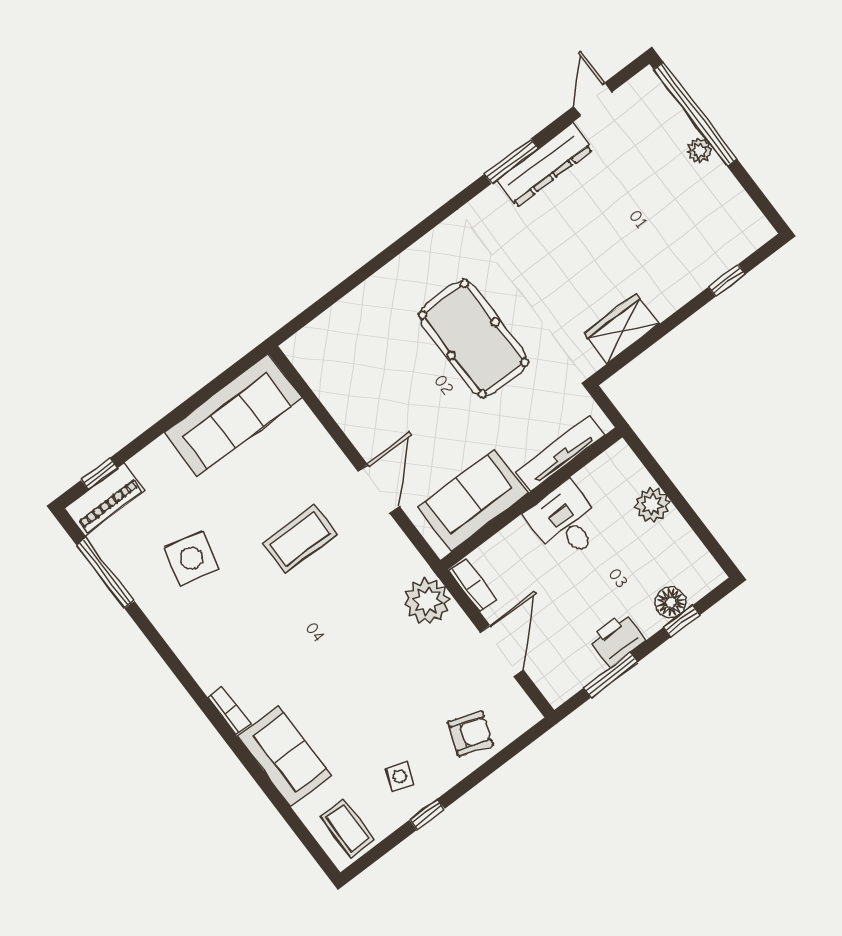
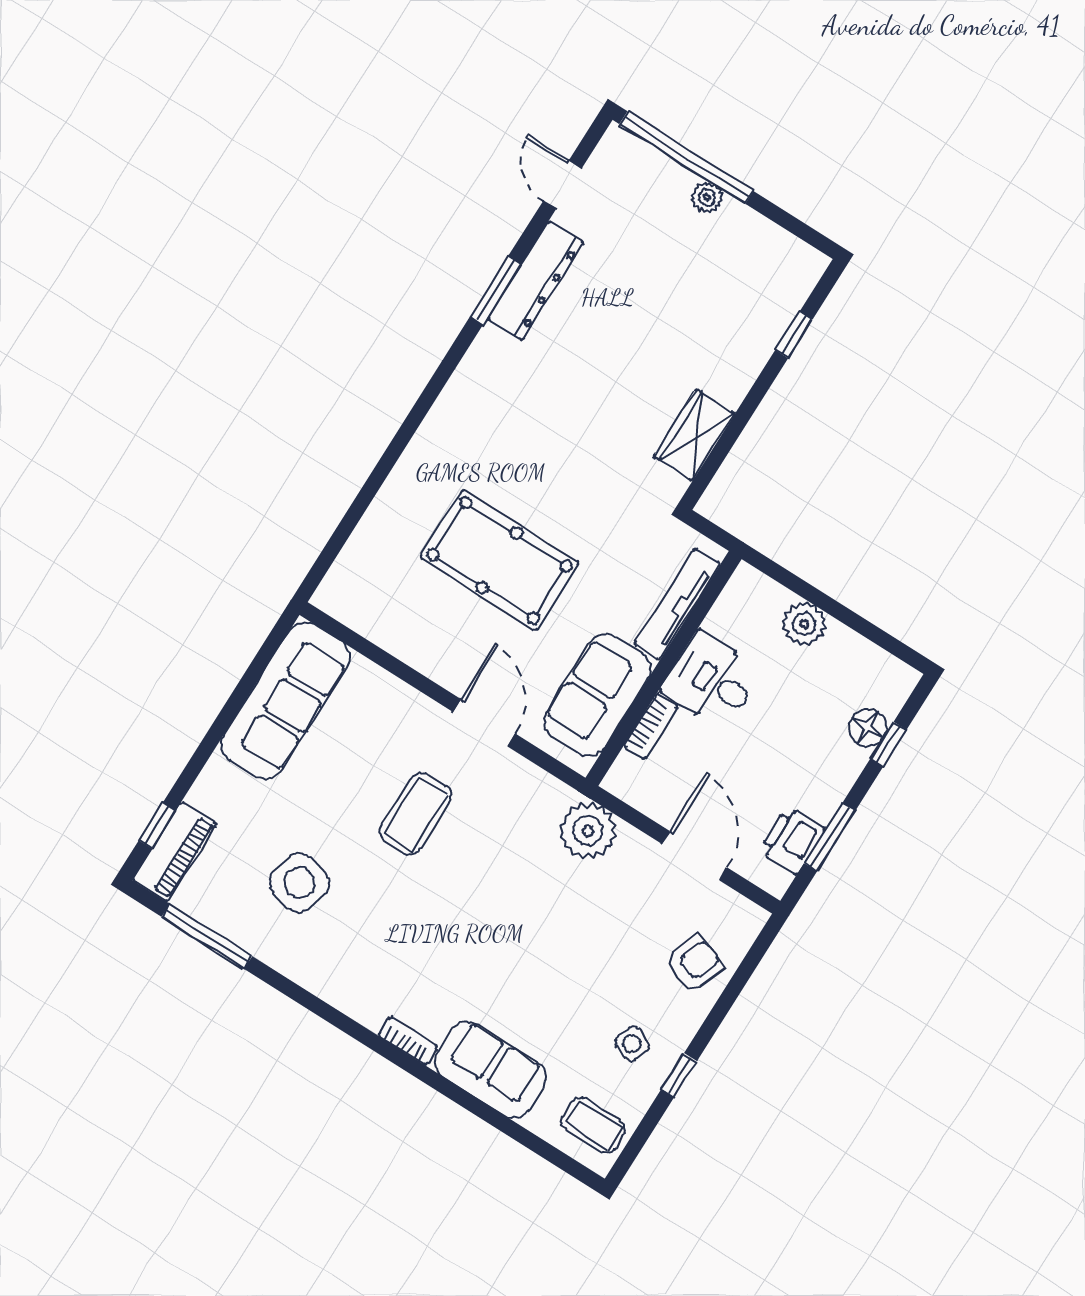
pool table: (473, 339) -> (499, 560), moved
bookcase: (473, 585) -> (651, 726), moved, turned 90
printer: (617, 639) -> (792, 840), moved

